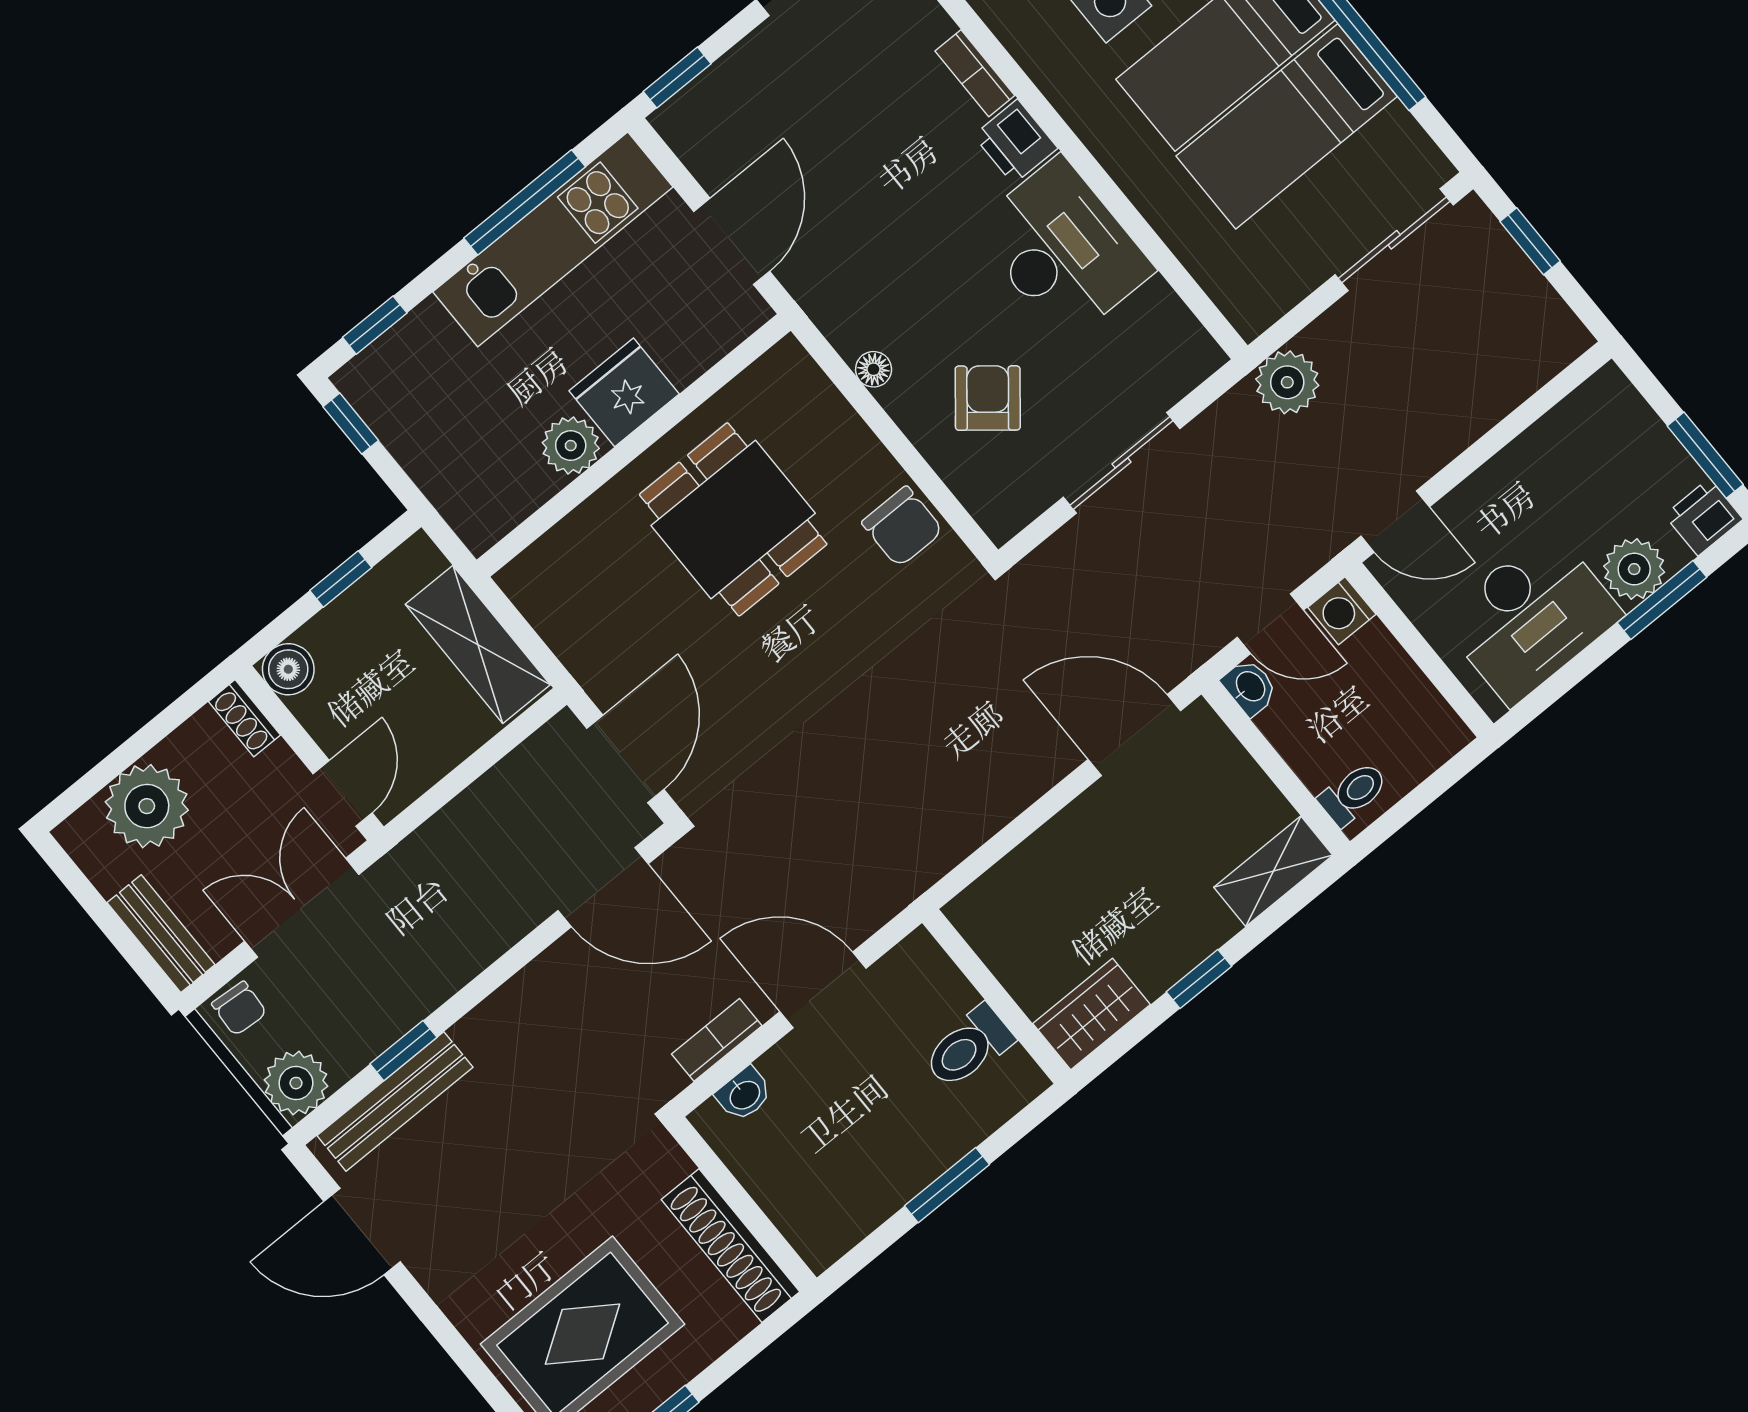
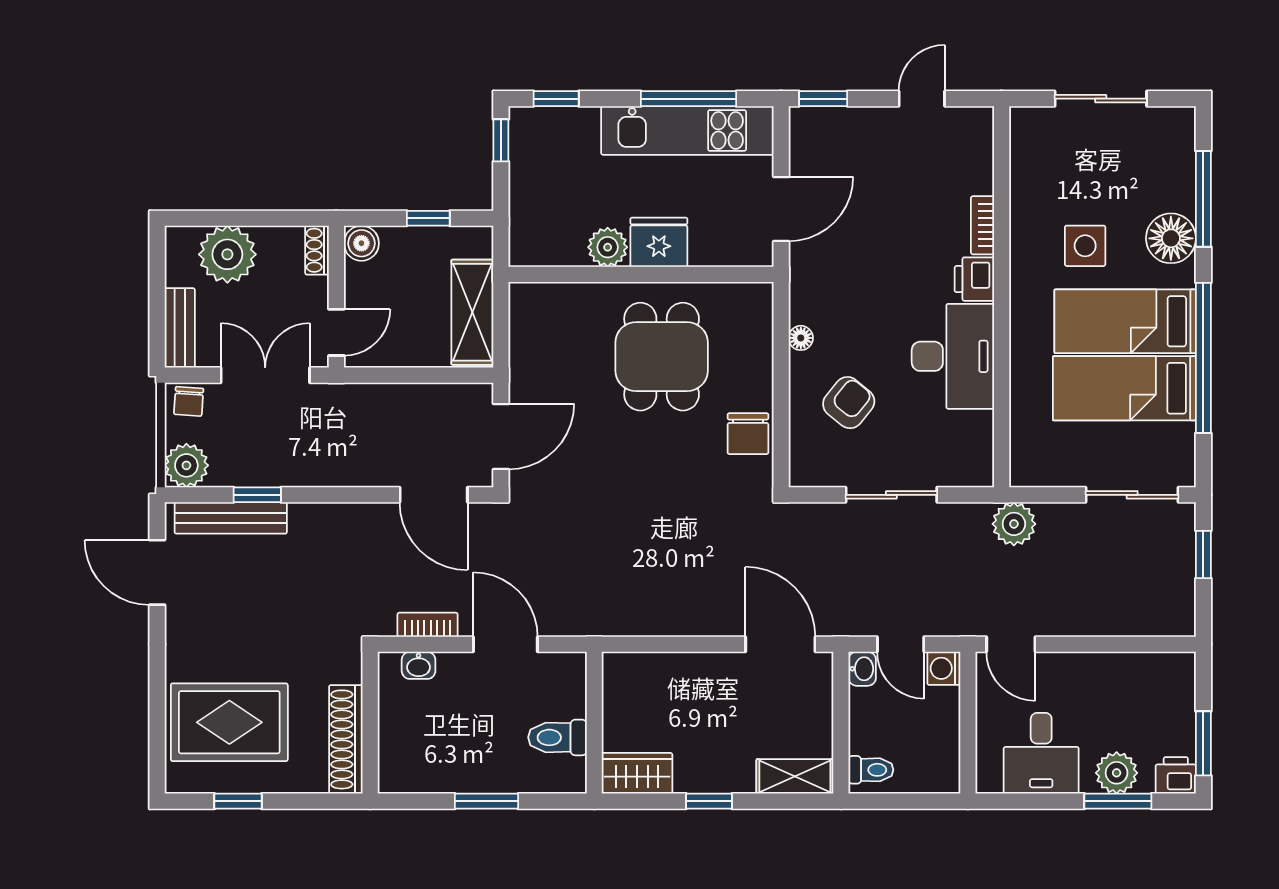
desk: (1531, 617) -> (1041, 753), width x0.73

